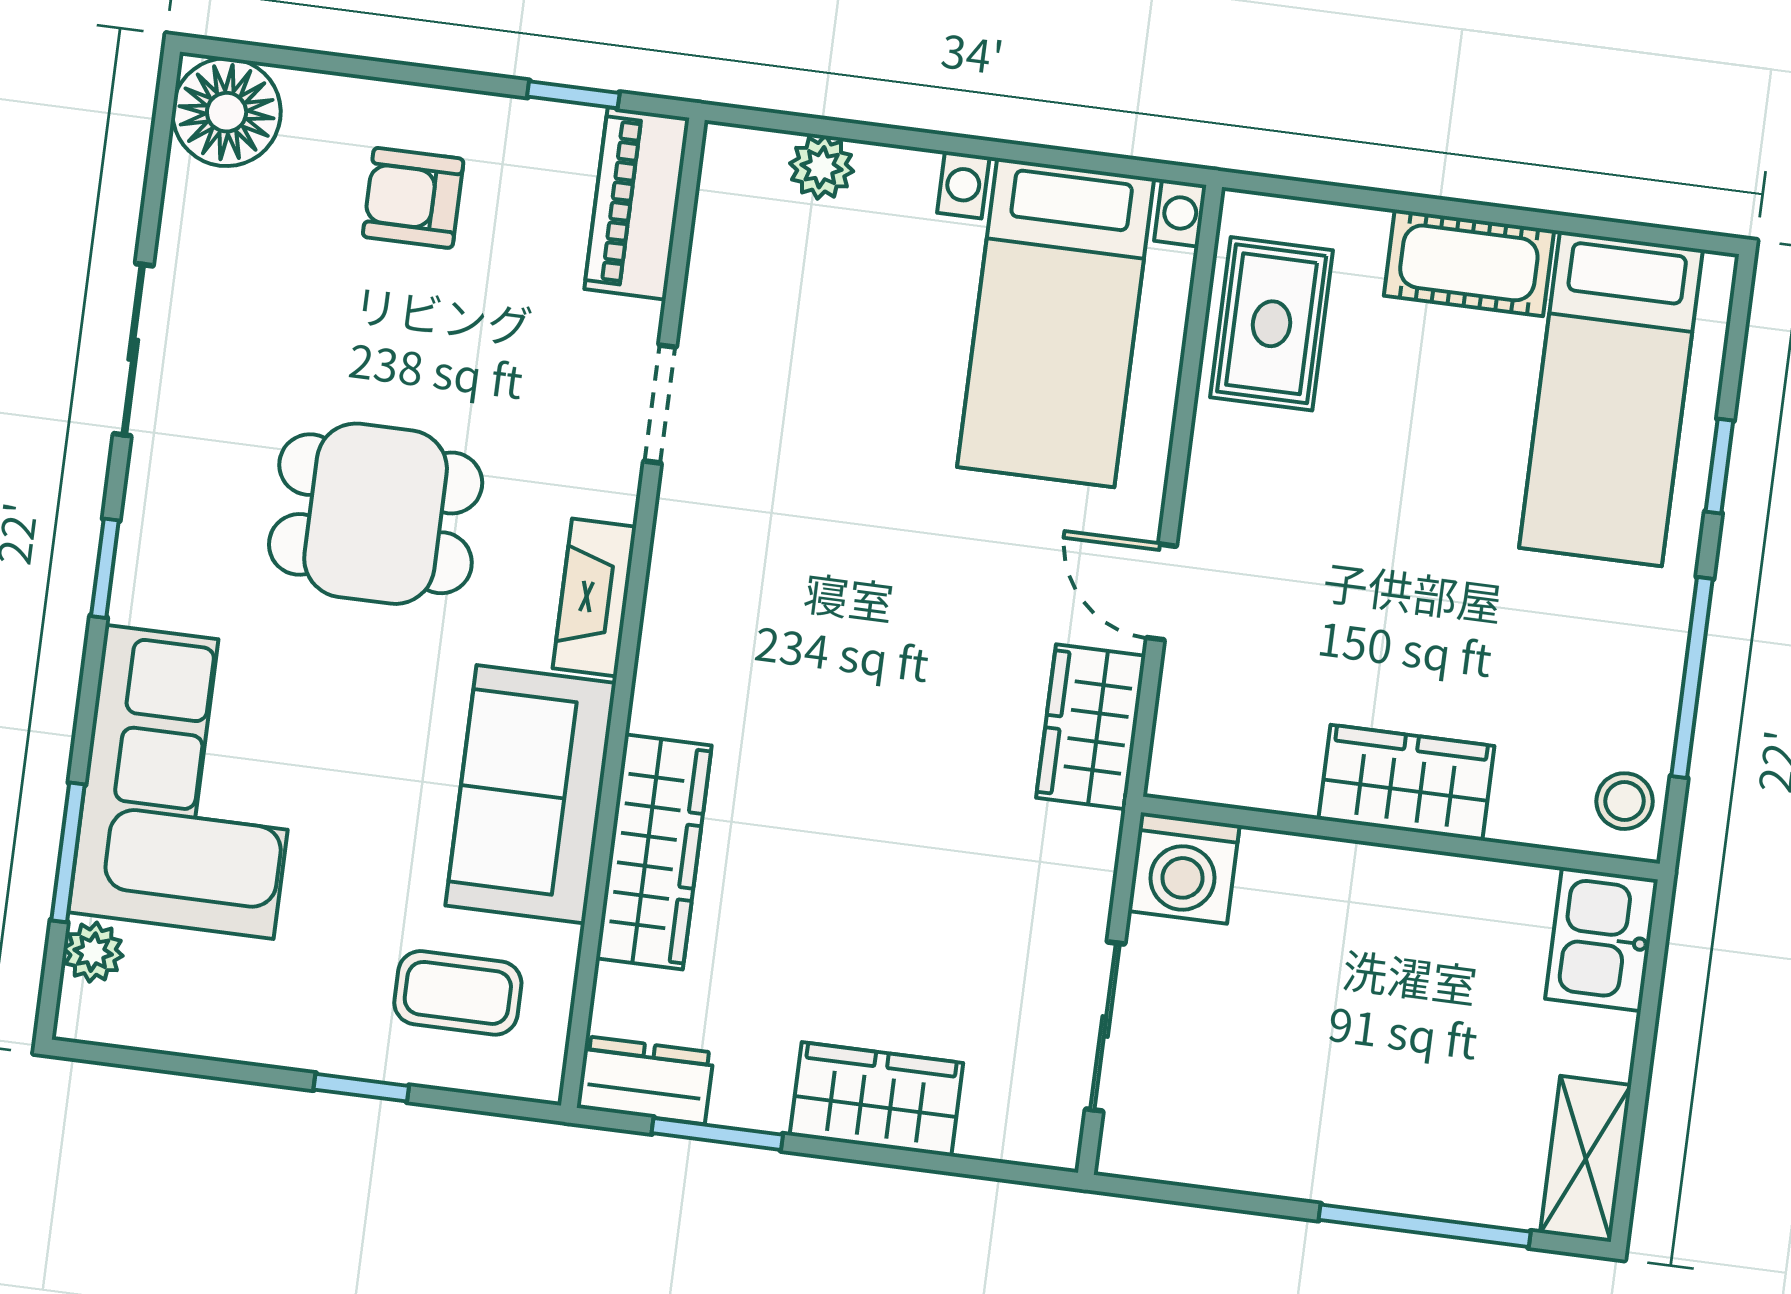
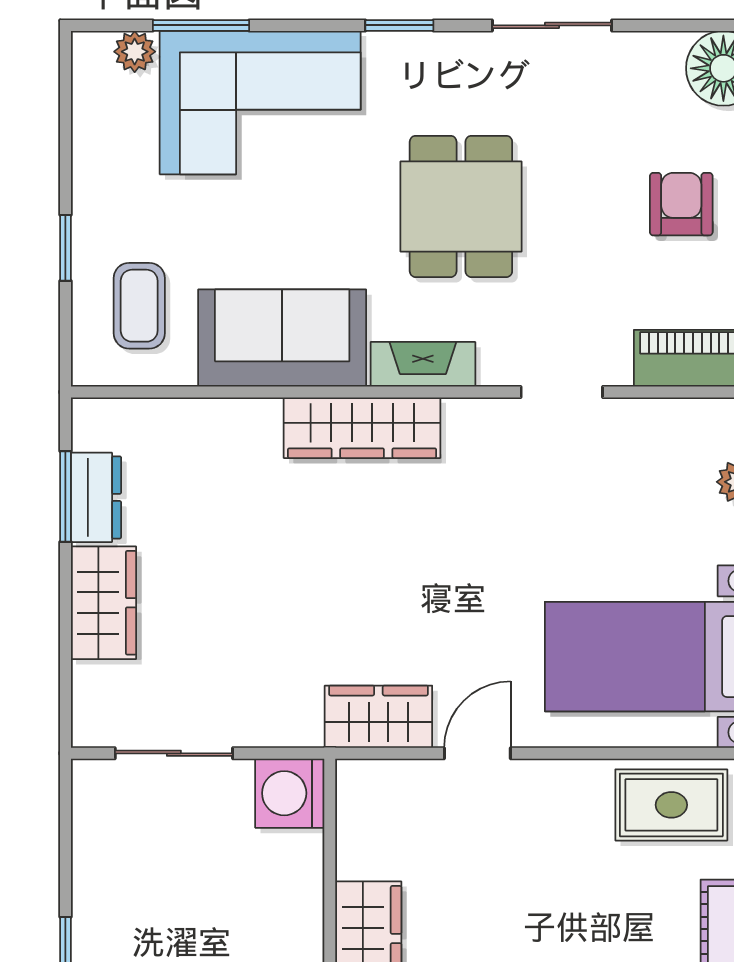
wardrobe: (654, 852) -> (362, 428), moved
dresser: (645, 1080) -> (96, 497), moved

